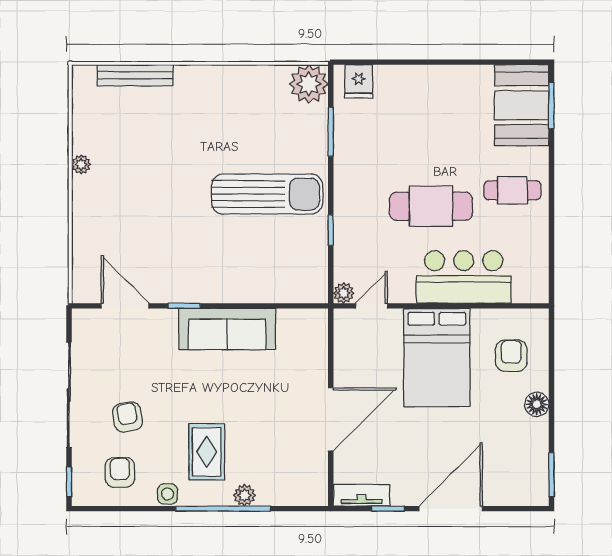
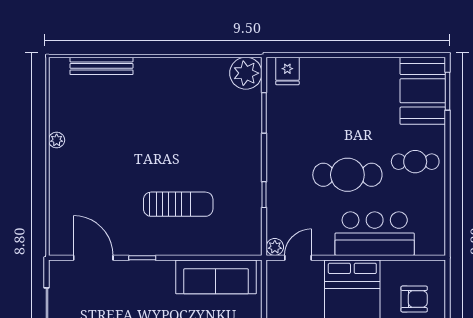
sun lounger: (267, 194) -> (178, 204), moved, width x0.73, depth x0.75
sofa: (227, 329) -> (216, 277), moved
armchair: (511, 356) -> (414, 299), turned 90

